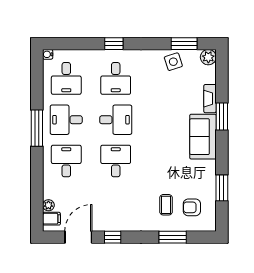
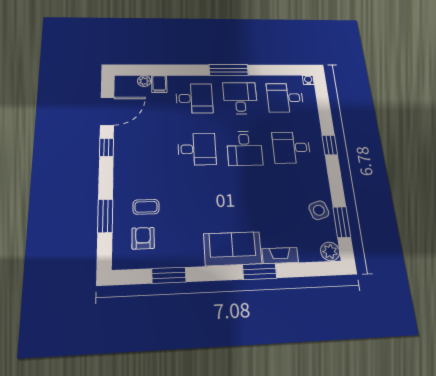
filing cabinet: (51, 219) -> (159, 84), moved
door: (78, 237) -> (107, 111), hinge flipped

